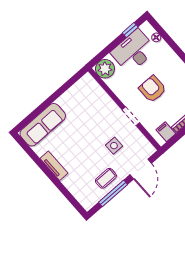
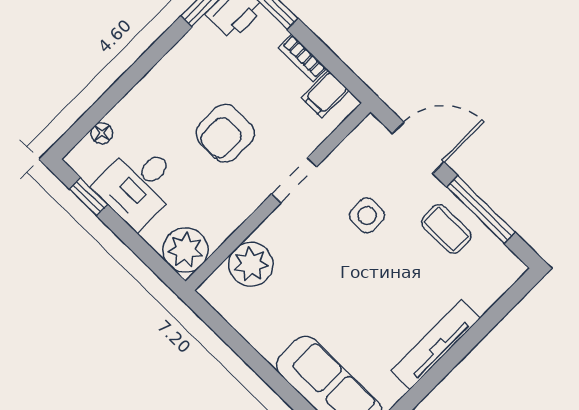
desk: (134, 51) -> (138, 185), width x0.73
plant: (97, 96) -> (251, 264), added
tv unit: (54, 166) -> (436, 345), width x1.41

